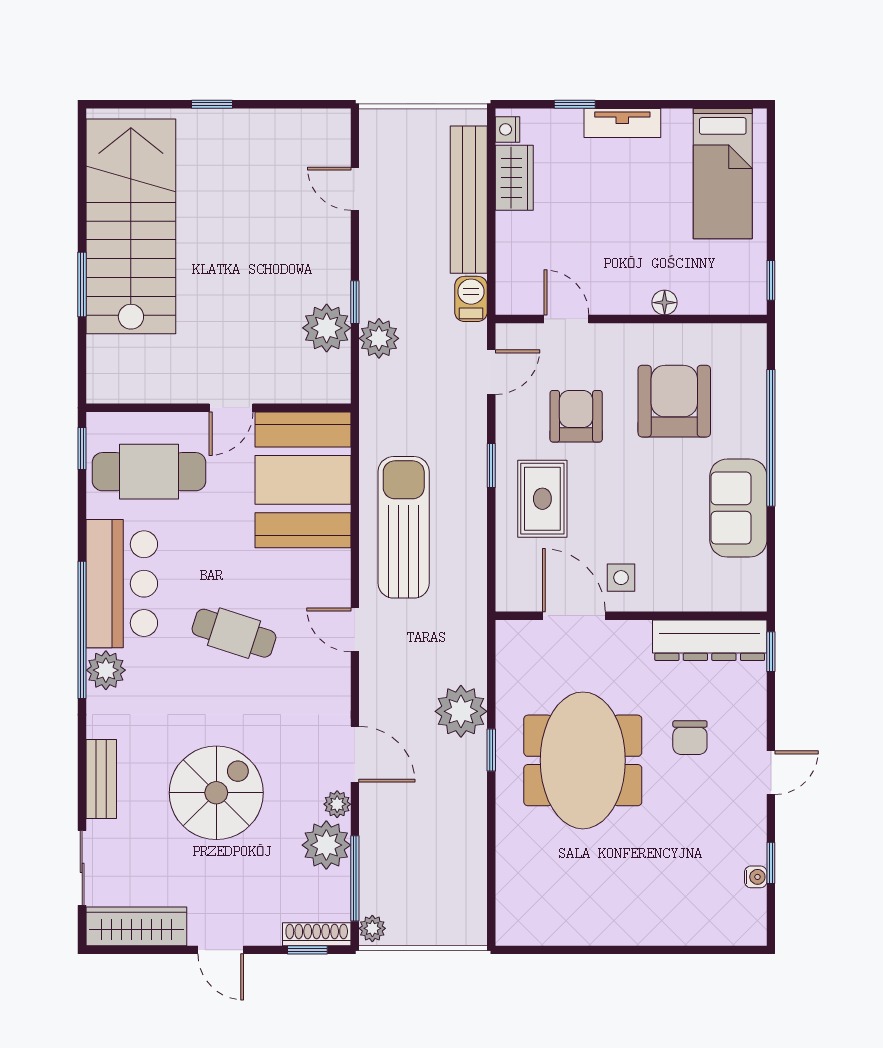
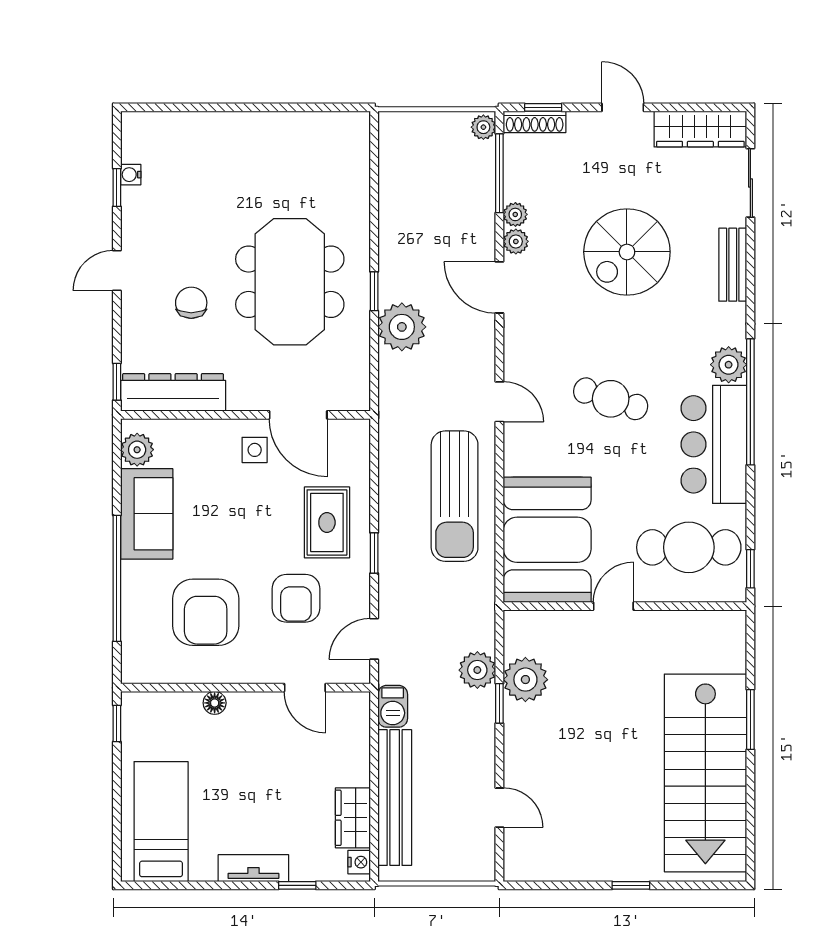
plant: (749, 578) -> (137, 450), added
plant: (326, 845) -> (515, 214), width x0.53, depth x0.53

